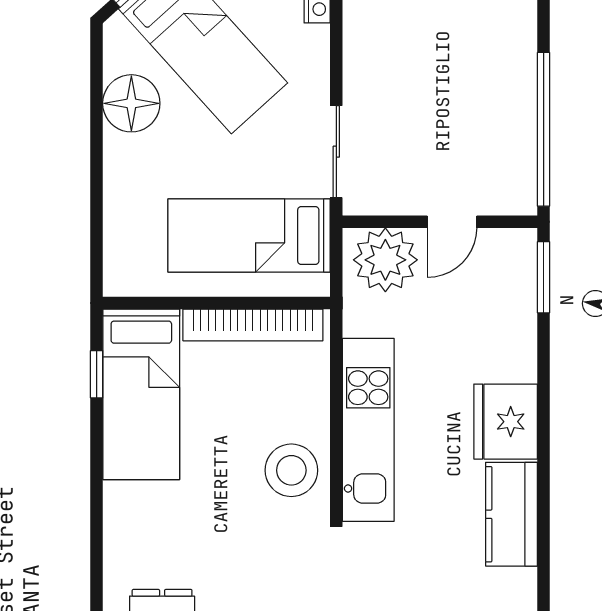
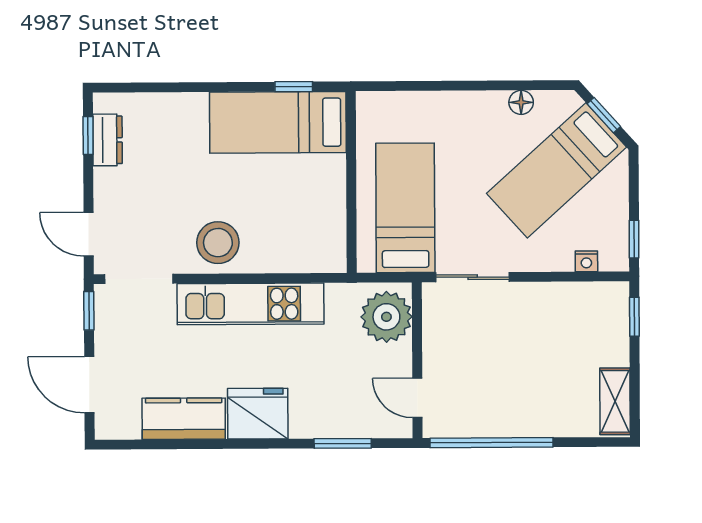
floor lamp: (131, 103) -> (521, 102), width x0.53, depth x0.53
door: (452, 222) -> (417, 398), moved
window: (544, 277) -> (343, 443), moved
bookcase: (253, 325) -> (334, 211), removed

